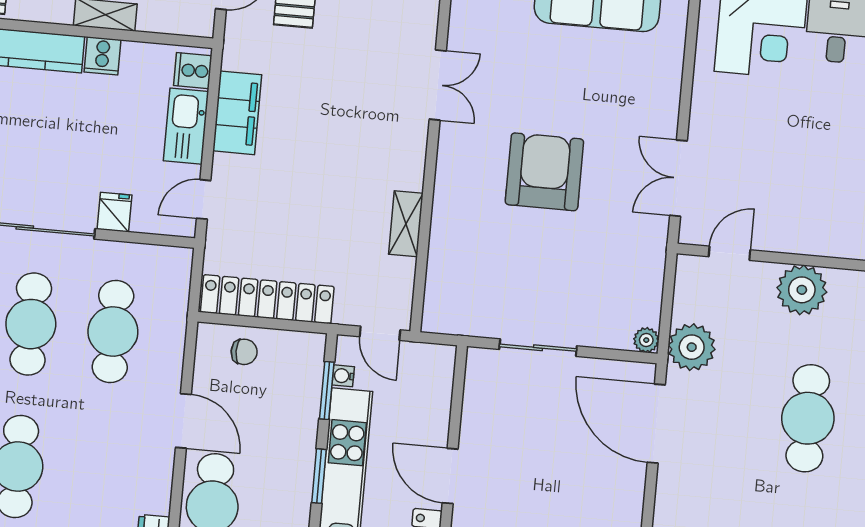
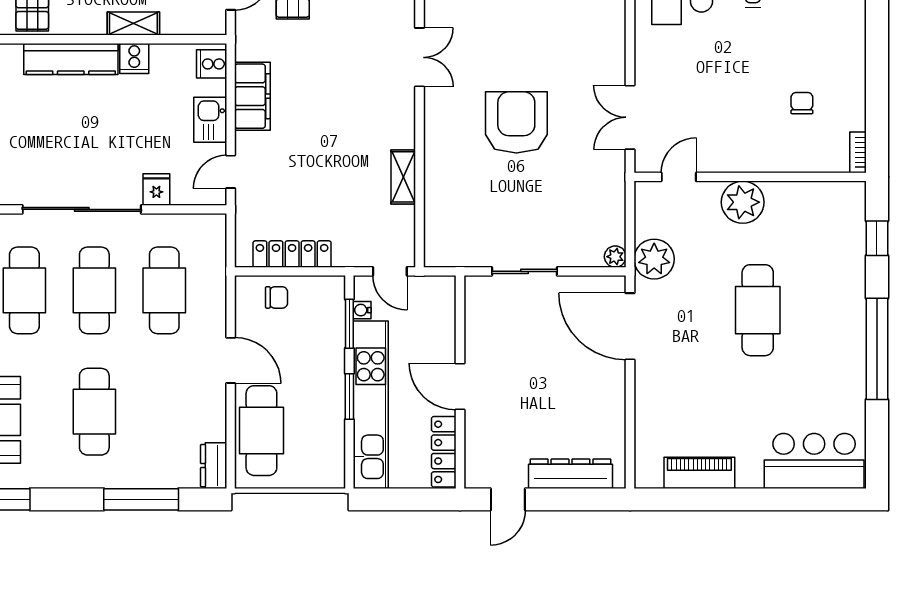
kitchen sink: (186, 126) -> (210, 120), width x0.73
locker: (267, 299) -> (292, 254), width x0.71, depth x0.83

